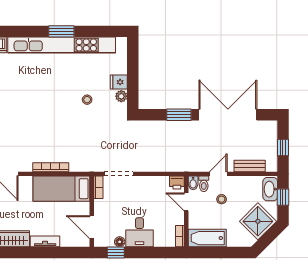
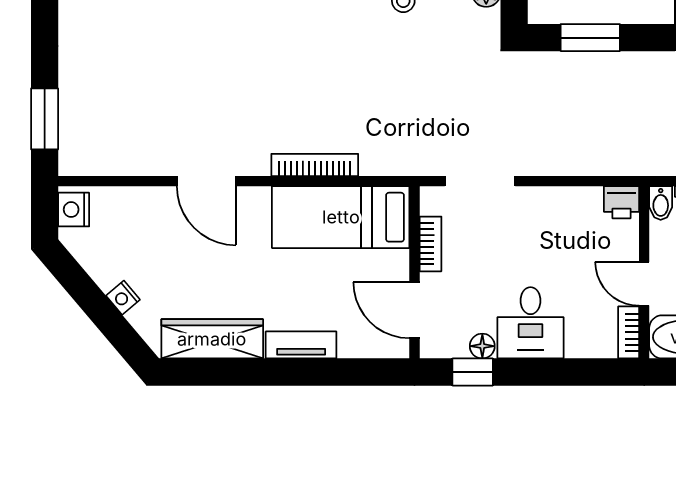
window: (179, 115) -> (590, 38), moved
bookcase: (98, 187) -> (431, 244), moved
door: (186, 202) -> (644, 284), moved

